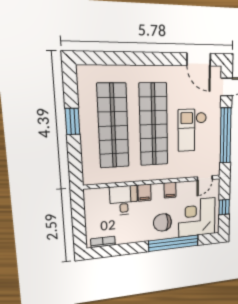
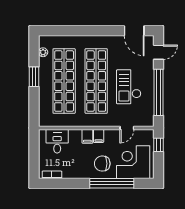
plant: (83, 88) -> (43, 52), added
door: (205, 178) -> (127, 128), moved
filing cabinet: (170, 190) -> (99, 136), moved
desk: (124, 200) -> (57, 141), moved
window: (224, 207) -> (159, 145), moved

